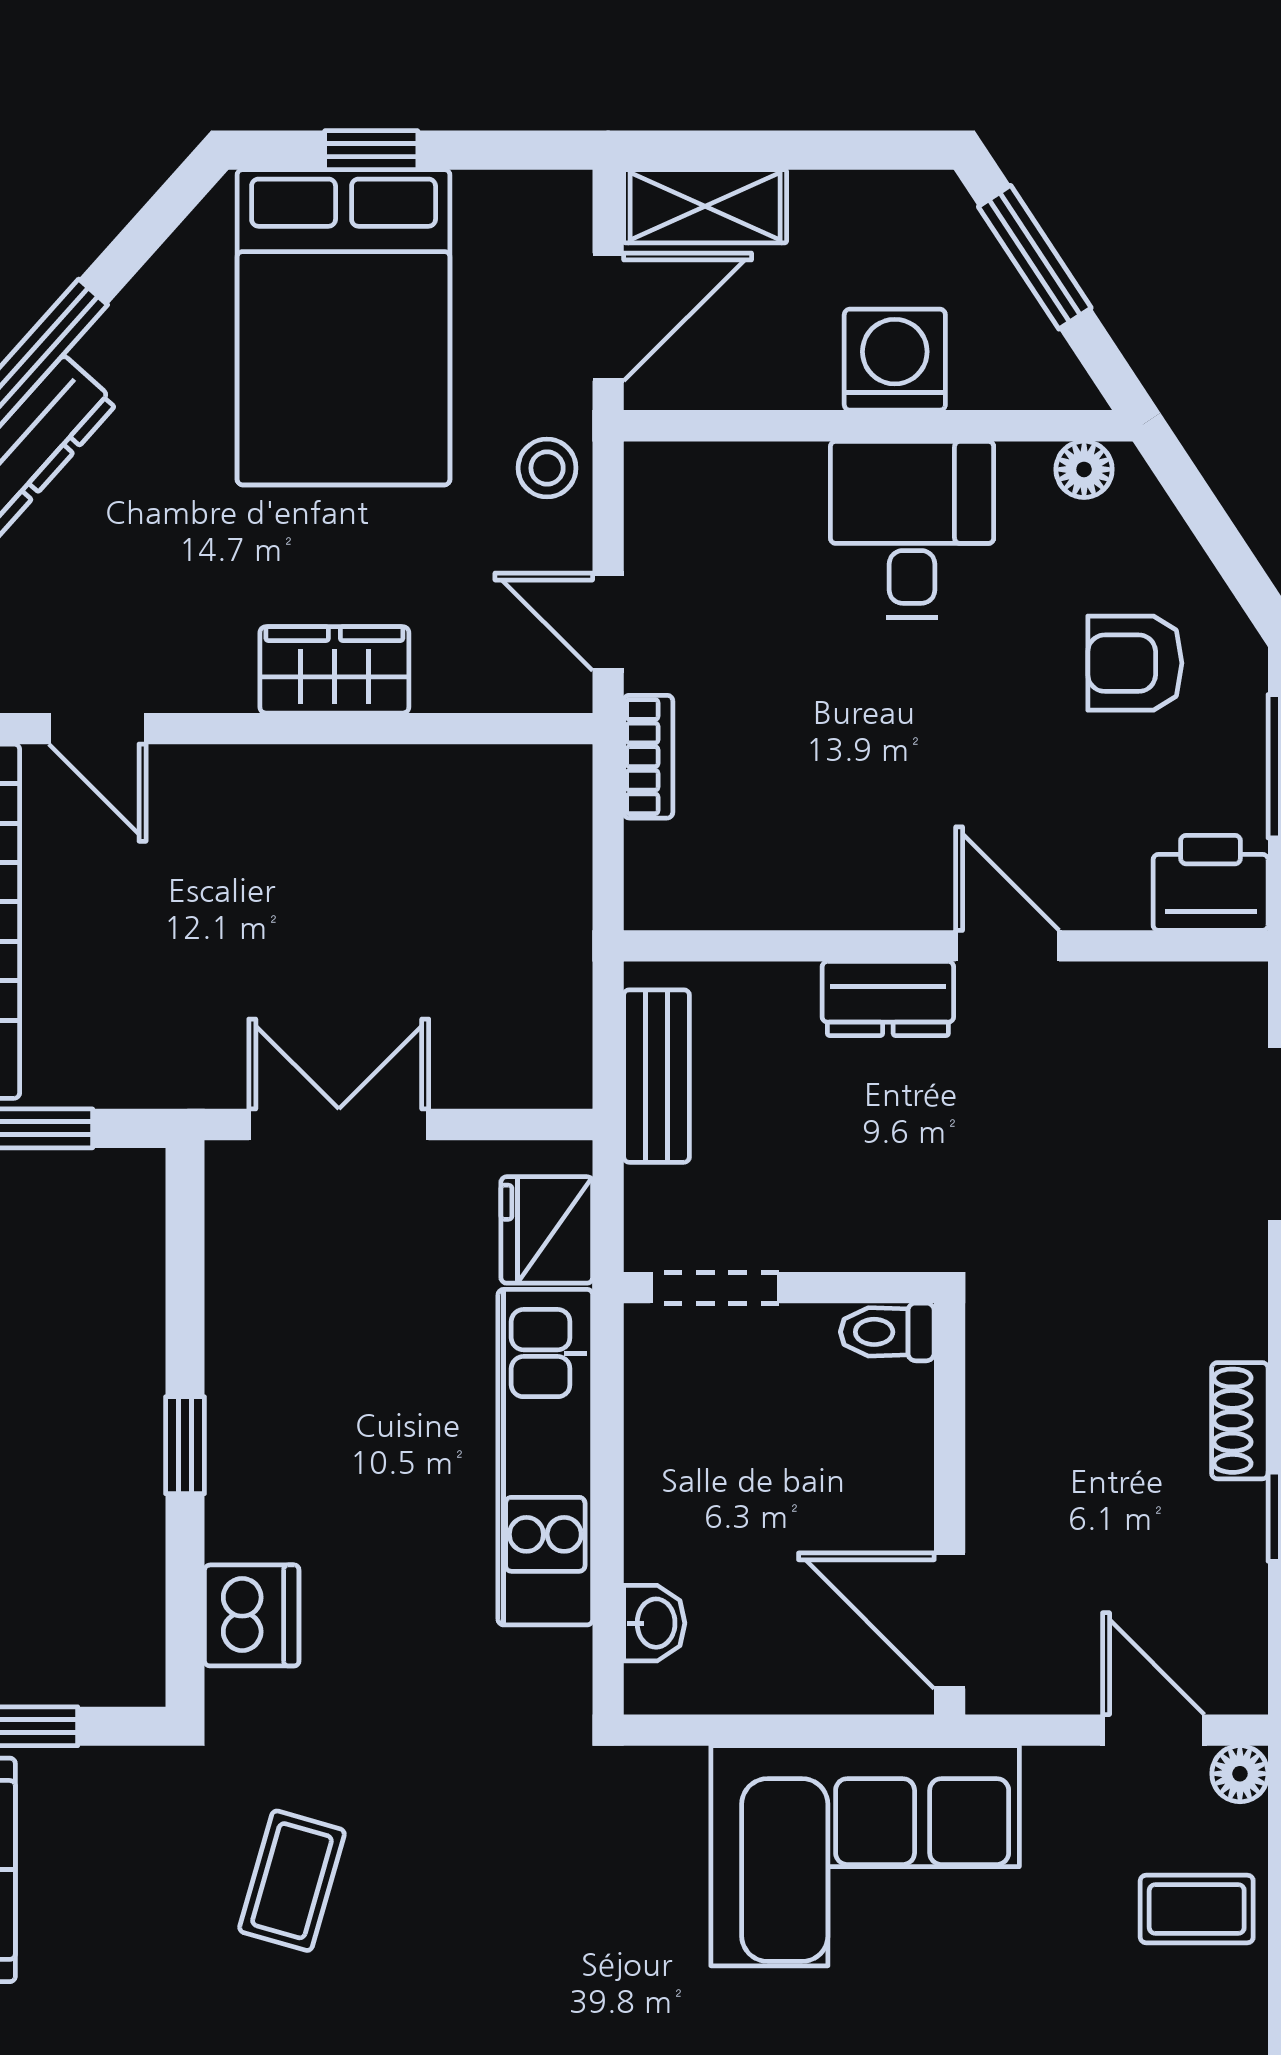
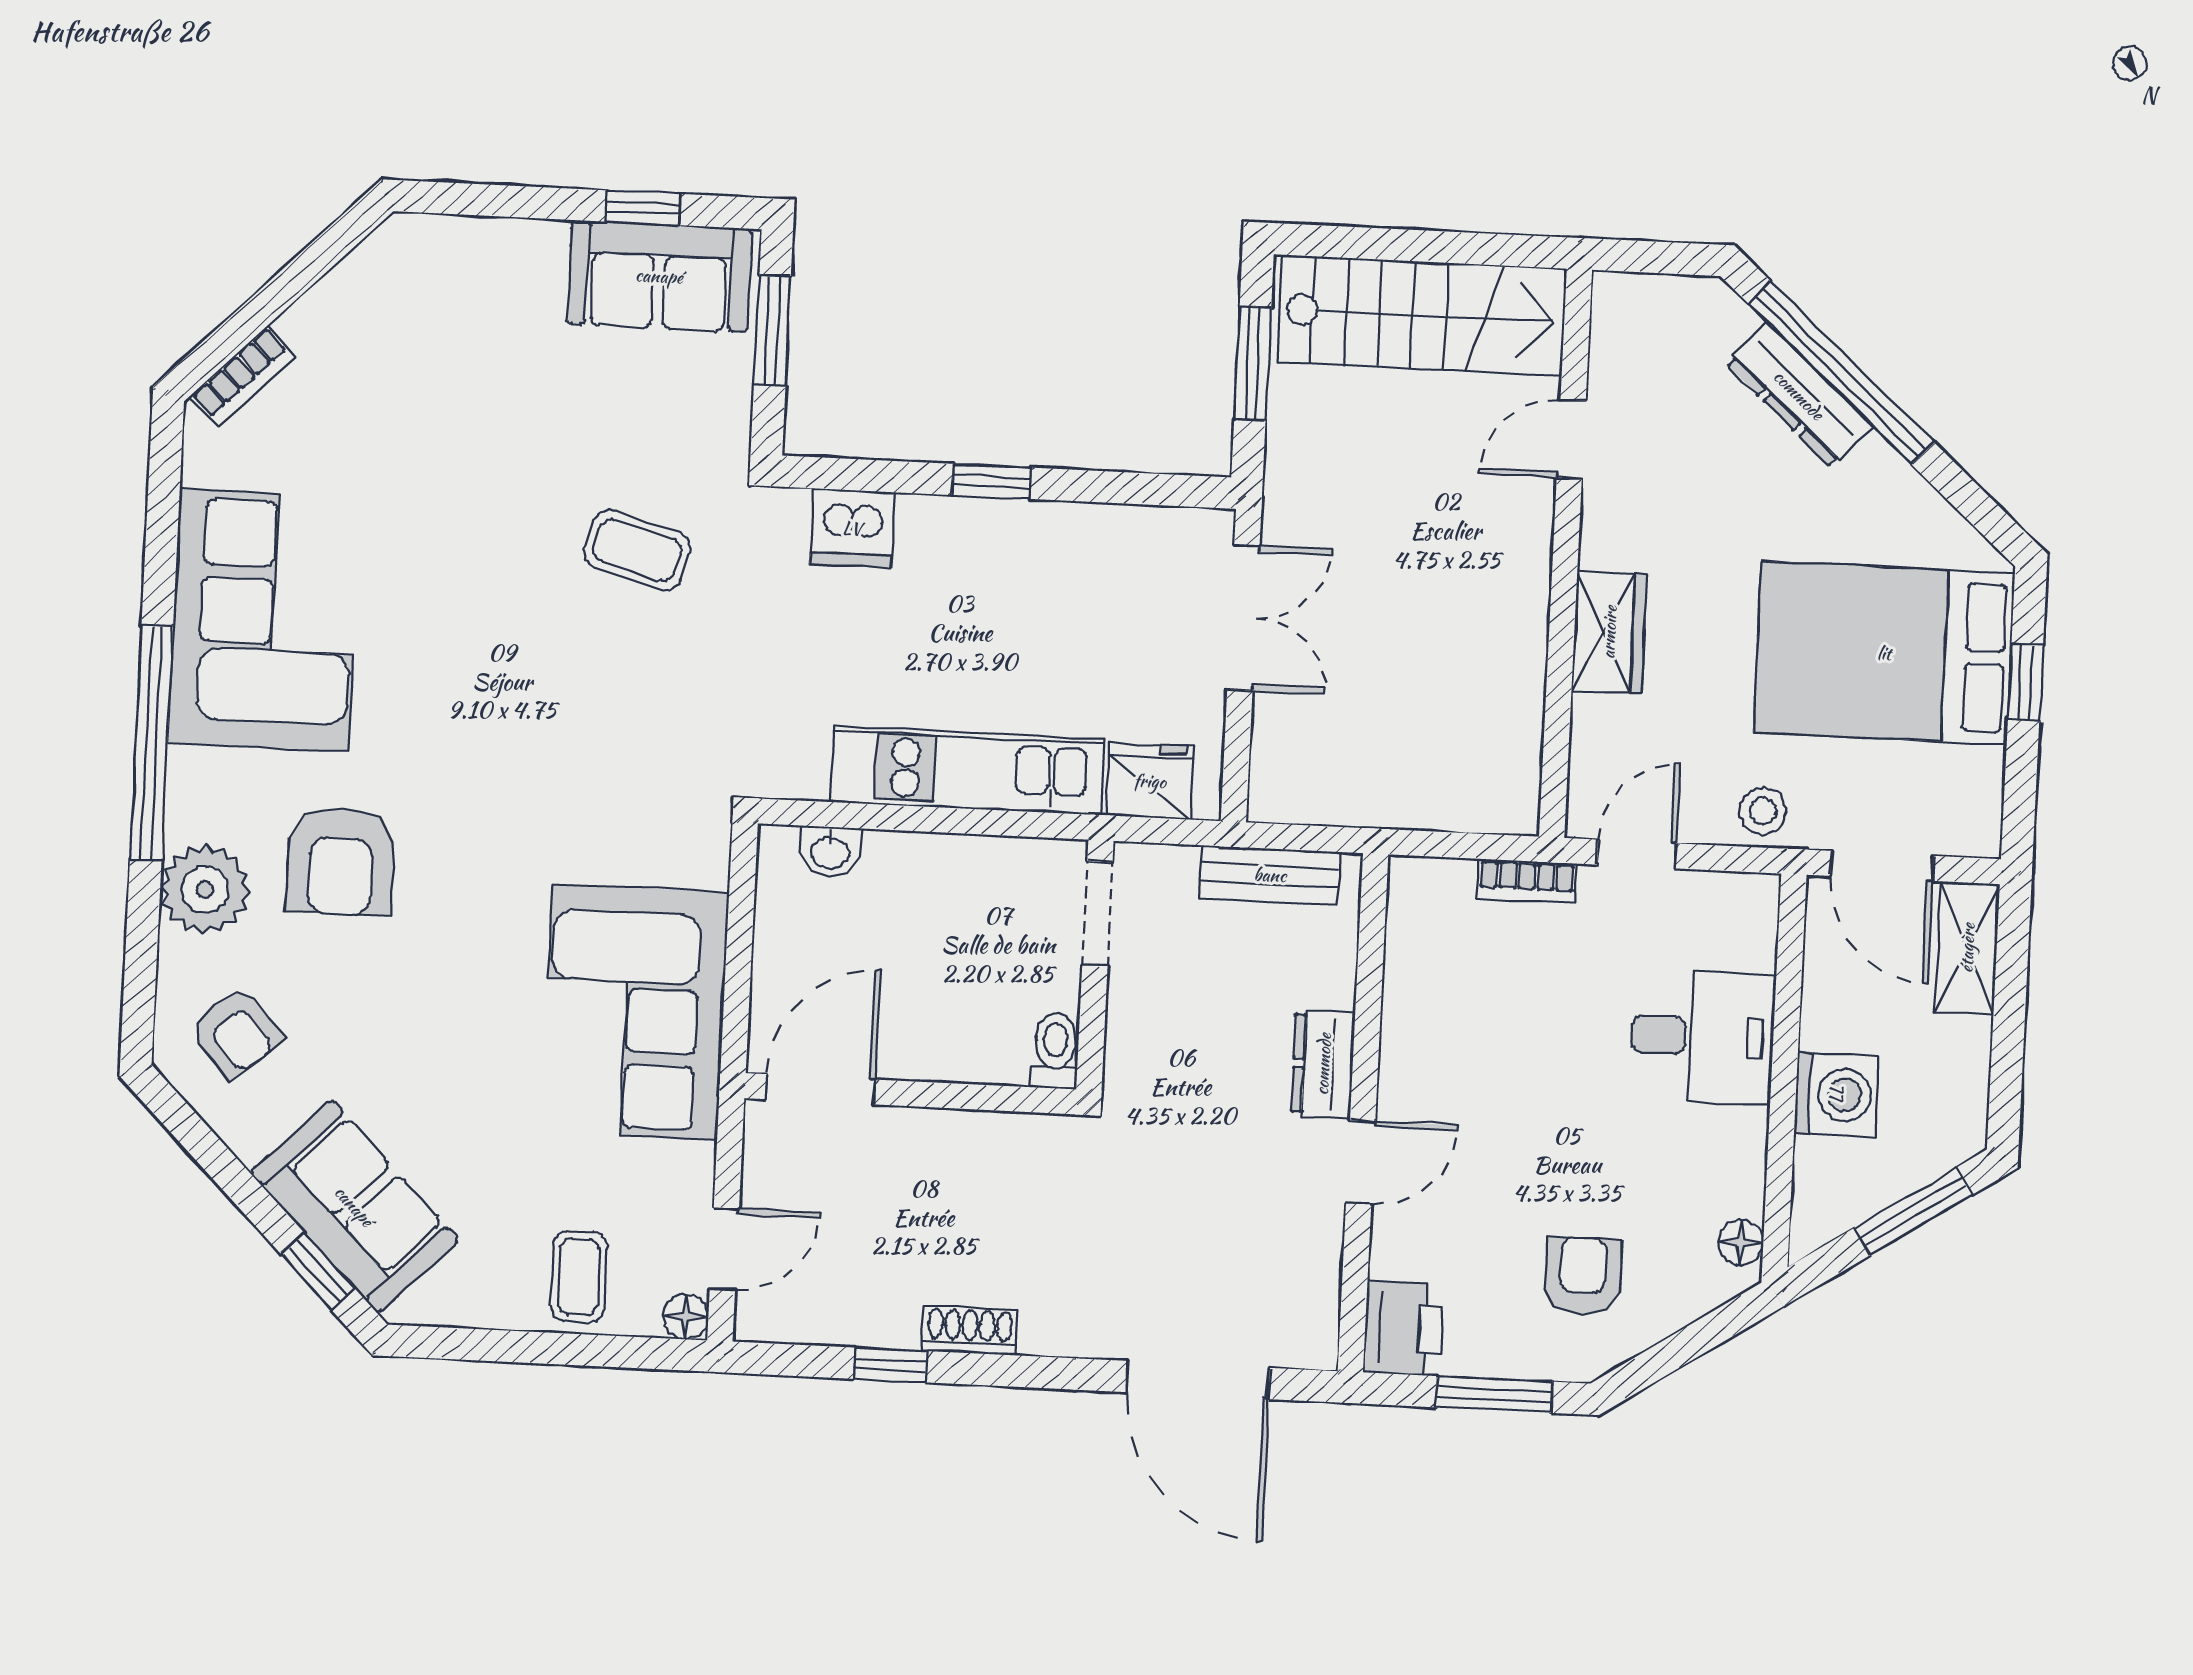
desk: (912, 529) -> (1702, 1037), moved

